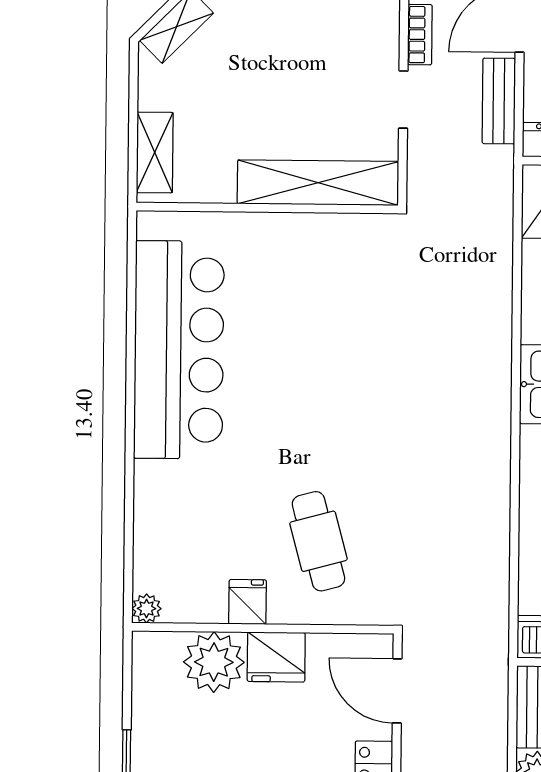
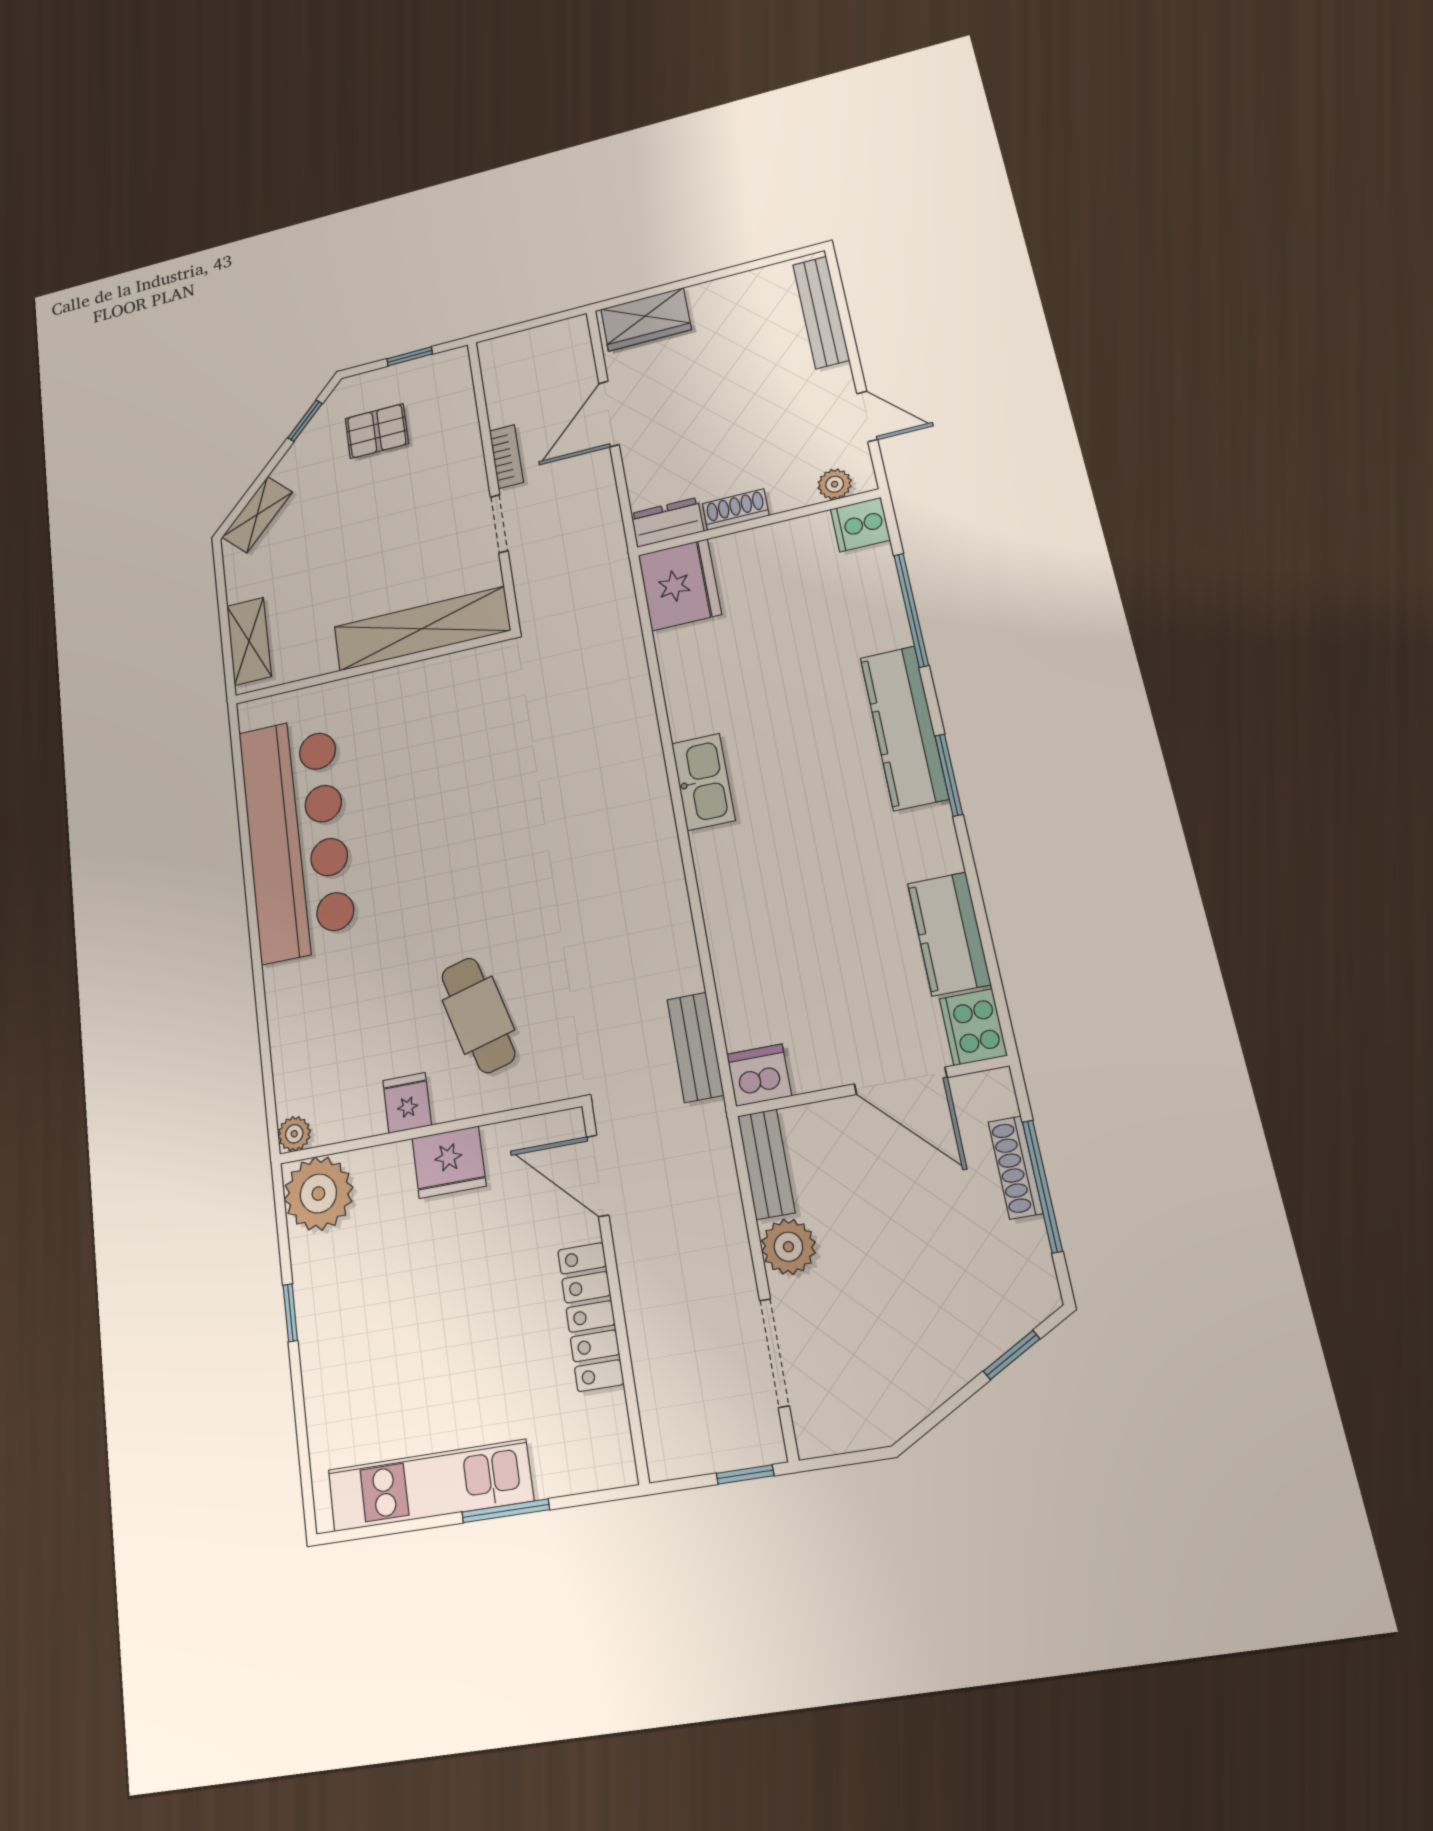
bench: (499, 101) -> (695, 1047), moved
plant: (214, 662) -> (318, 1194), moved

